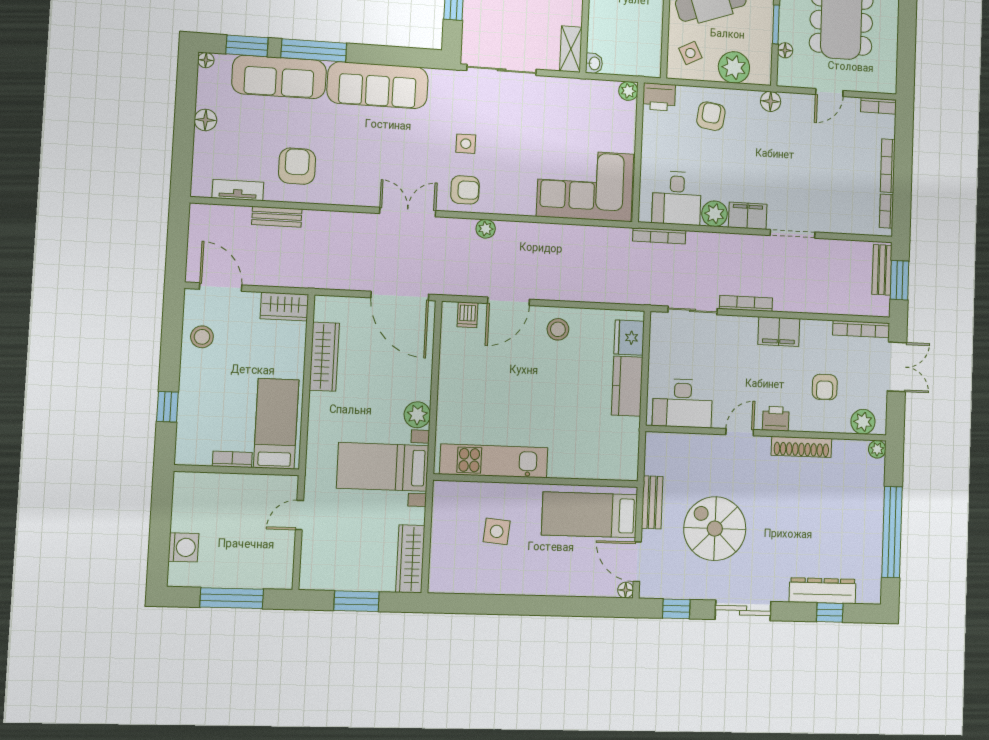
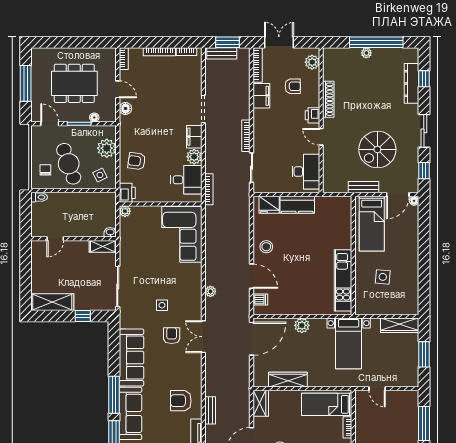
floor lamp: (771, 101) -> (125, 109), moved
armchair: (465, 190) -> (172, 336), moved
filing cabinet: (779, 332) -> (261, 96), moved
plant: (417, 415) -> (302, 325), moved
plant: (877, 449) -> (366, 53), moved

